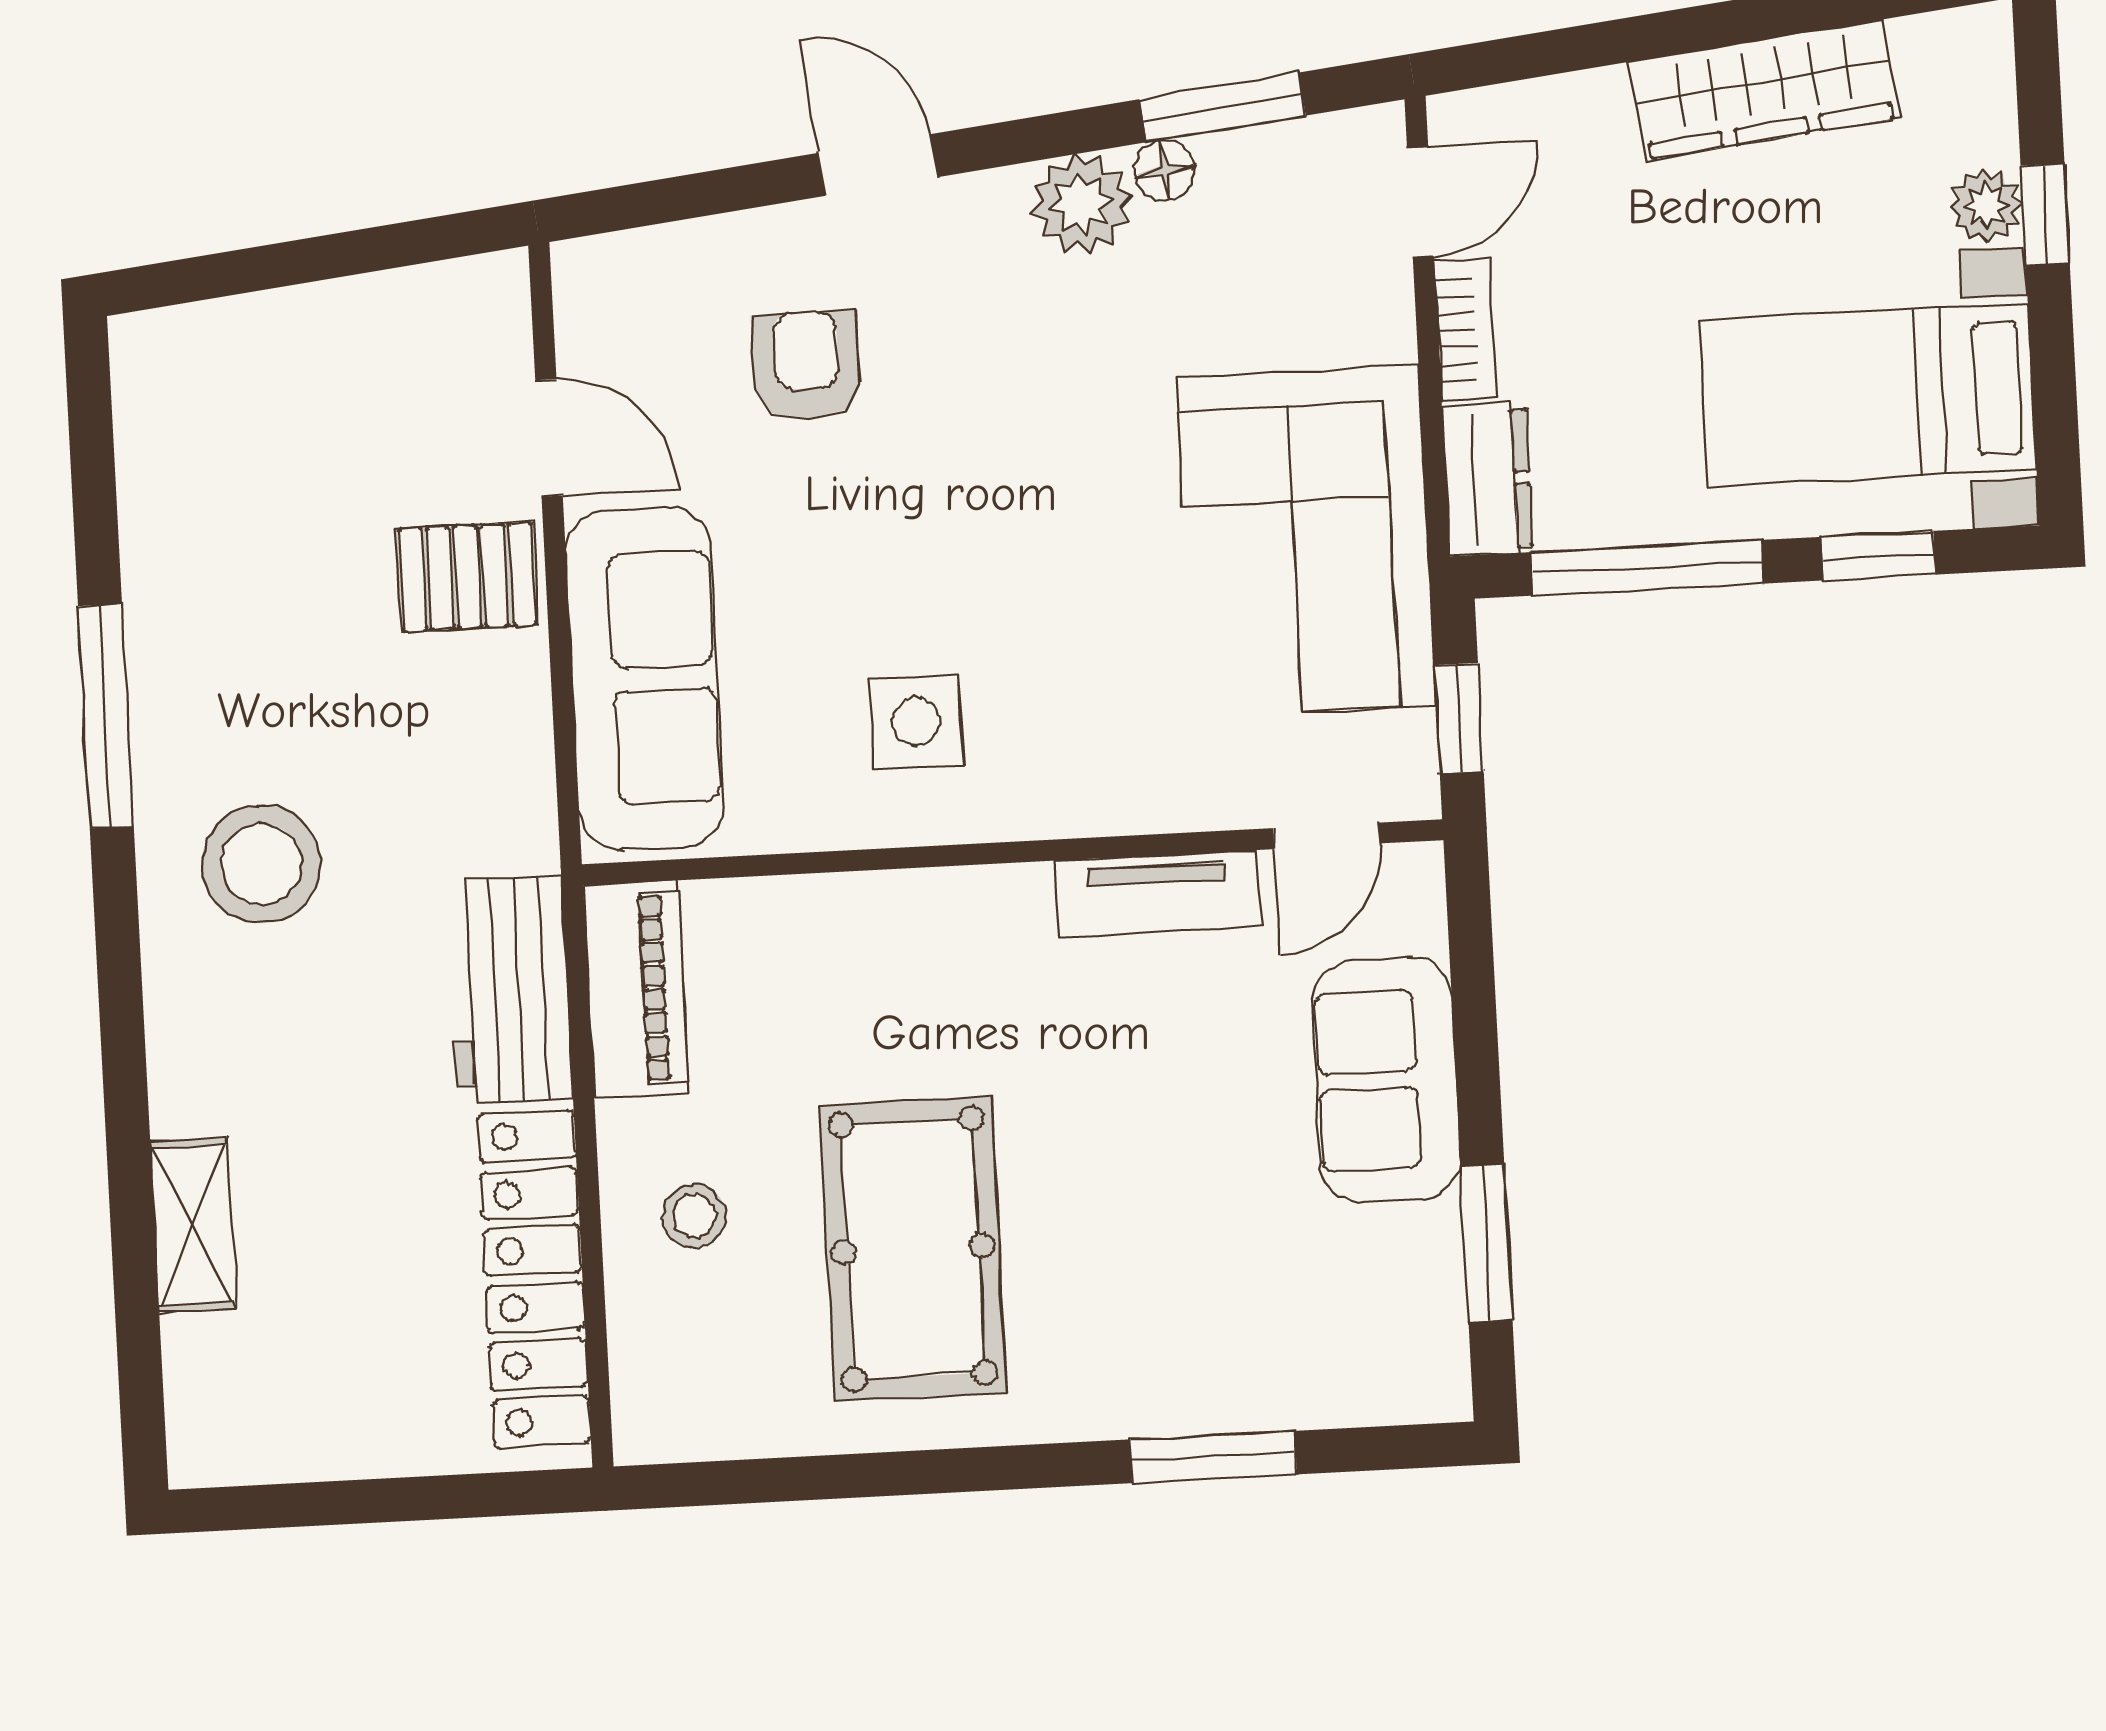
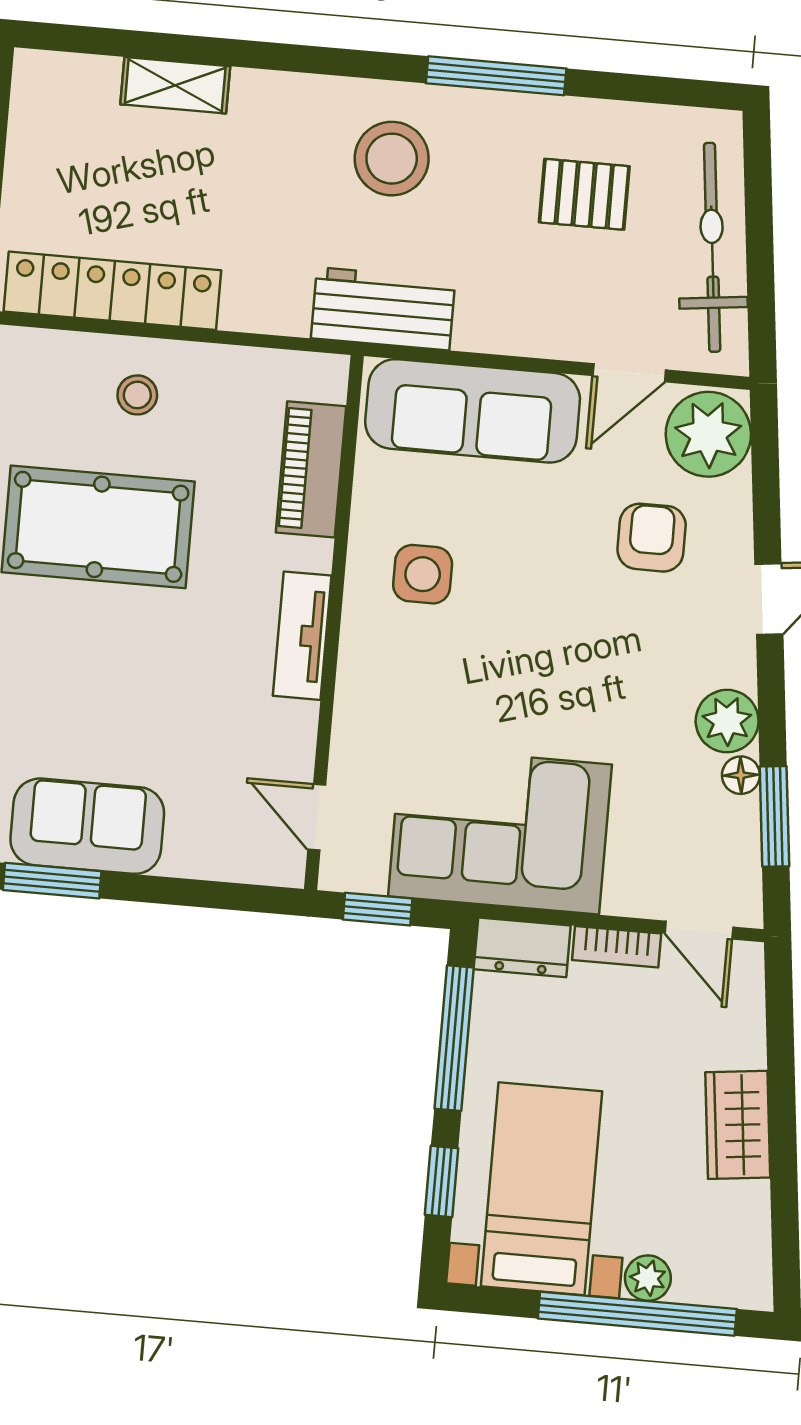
wardrobe: (1764, 90) -> (738, 1125), width x0.67
window: (2045, 214) -> (637, 1314), width x3.17
plant: (629, 298) -> (708, 434), added
bicycle: (331, 334) -> (712, 247), added
armchair: (806, 365) -> (652, 538), turned -90
pallet: (467, 577) -> (584, 194), moved, turned 90
tv unit: (1157, 894) -> (302, 636), moved
piano: (636, 989) -> (311, 469), moved, turned 90
workbench: (510, 990) -> (383, 309), moved
sofa: (1386, 1080) -> (87, 826), moved

